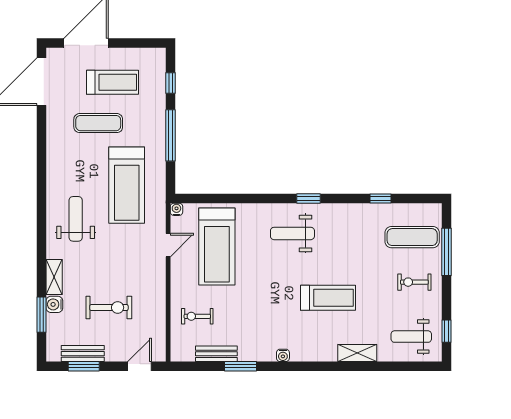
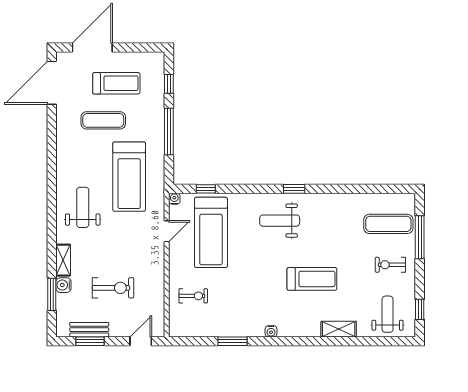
window: (381, 199) -> (206, 189), moved
exercise bike: (197, 316) -> (193, 296), turned 180
weight bench: (411, 337) -> (388, 314), turned 90
bench: (216, 354) -> (211, 330), removed

